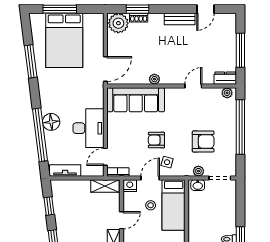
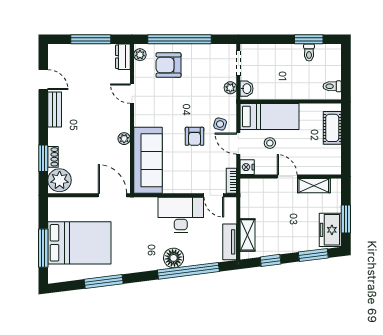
armchair: (203, 141) -> (168, 65), moved, turned -90
shelving: (105, 186) -> (248, 235), moved

